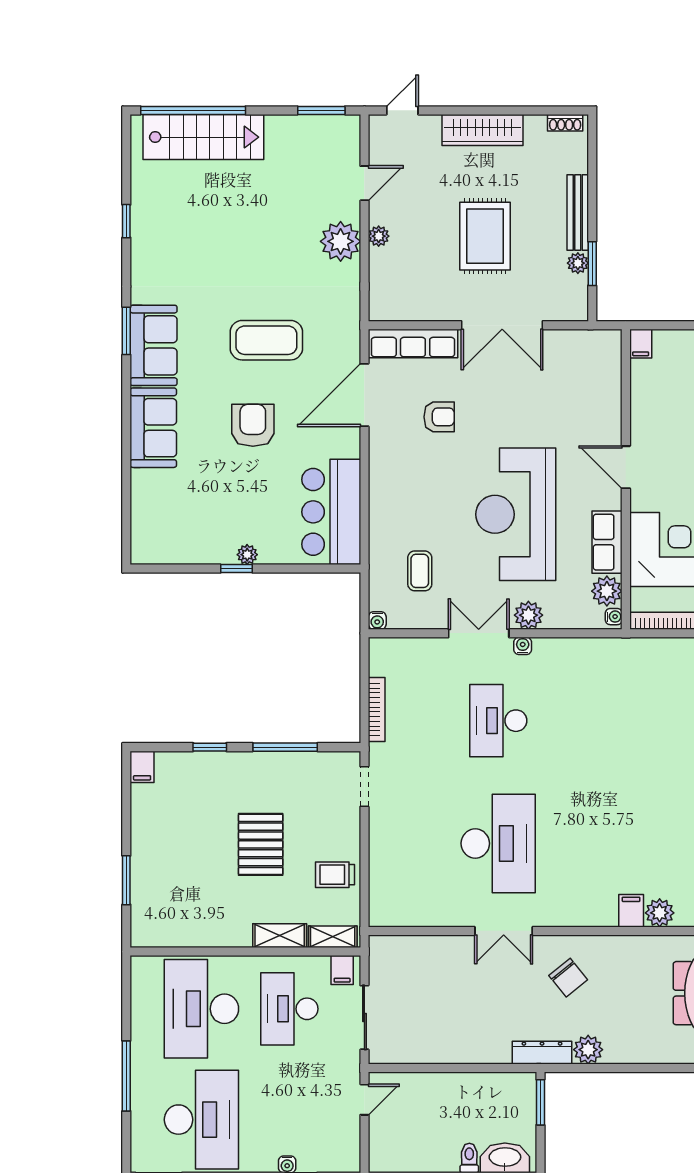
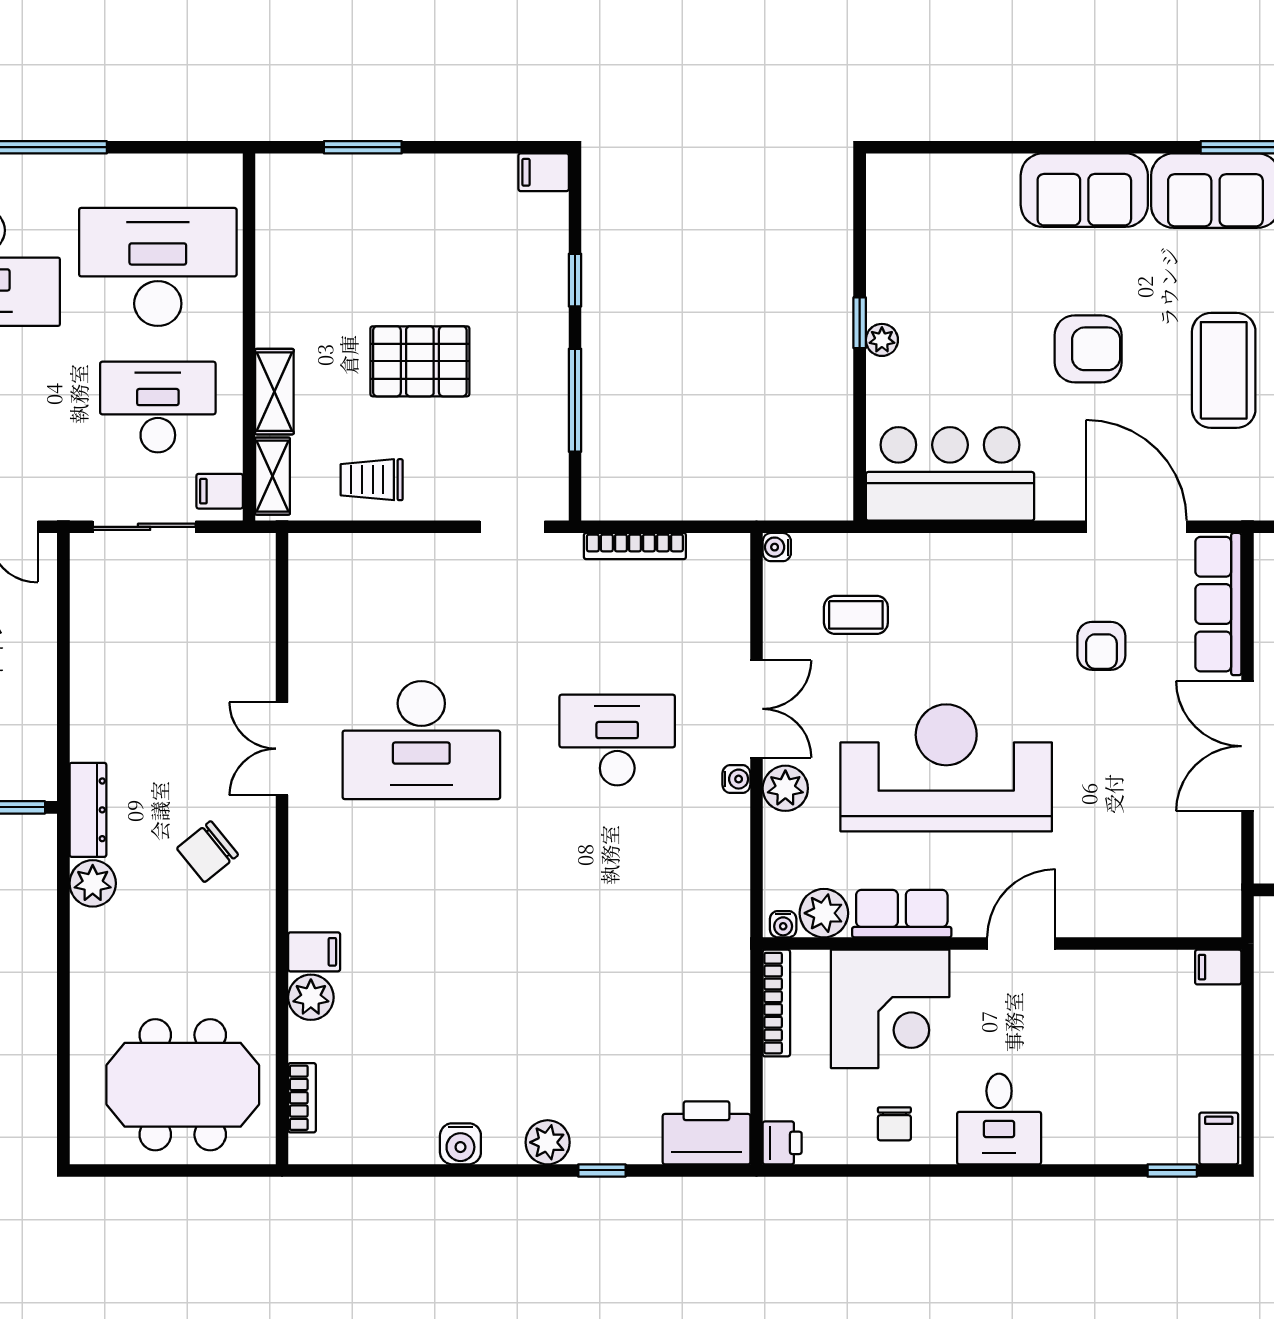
trolley: (335, 875) -> (372, 480), turned -90

